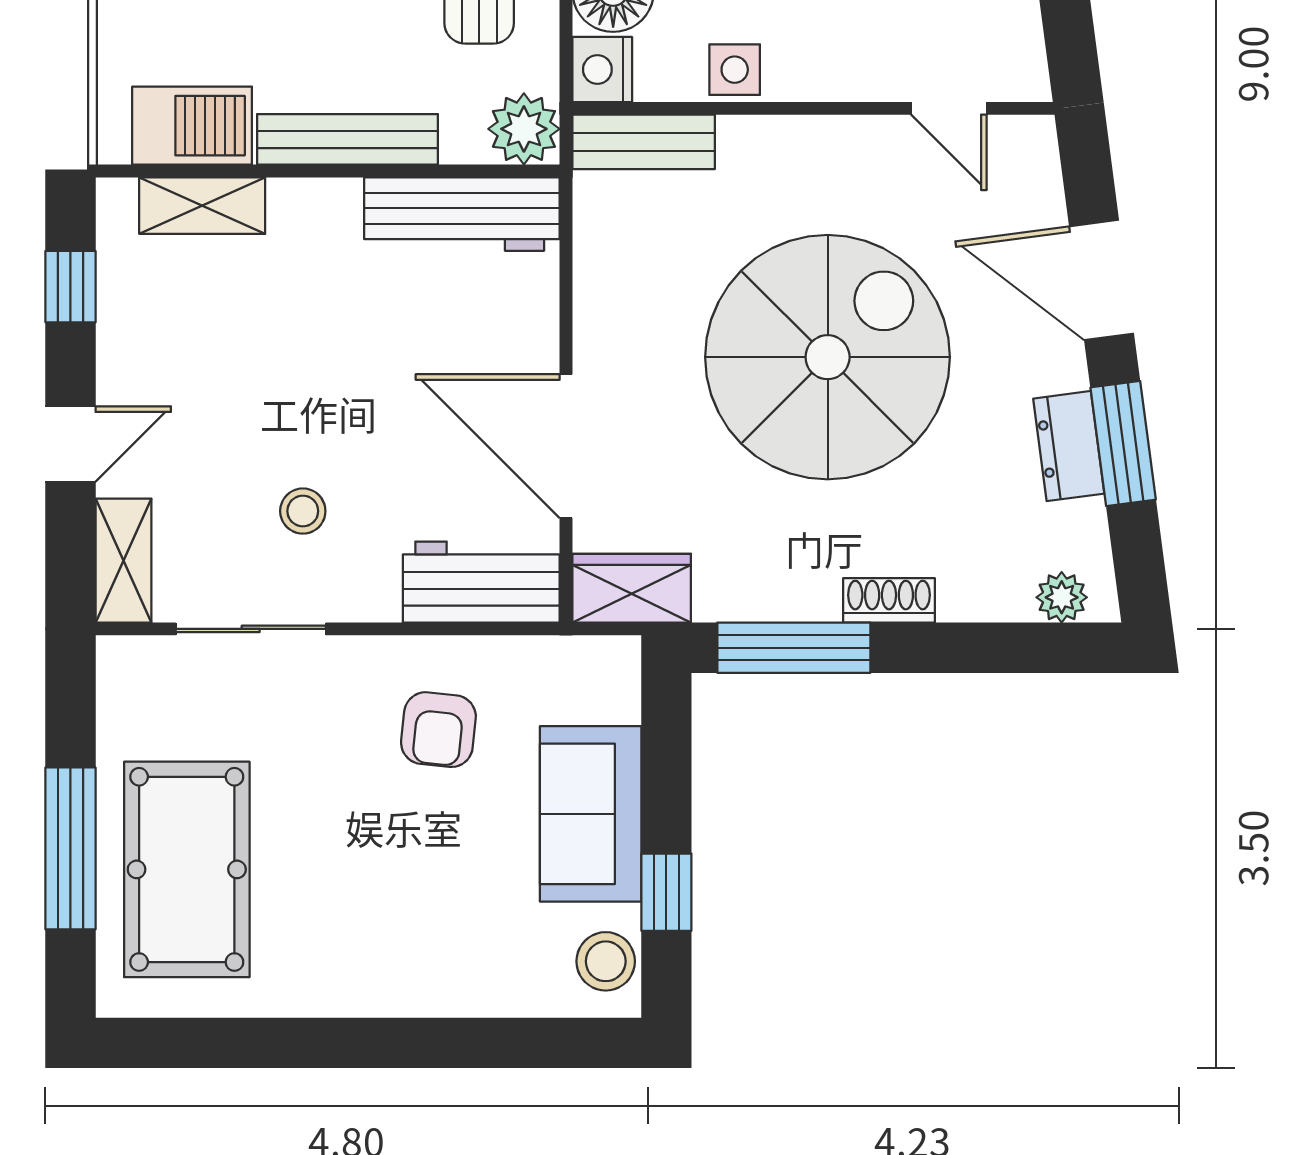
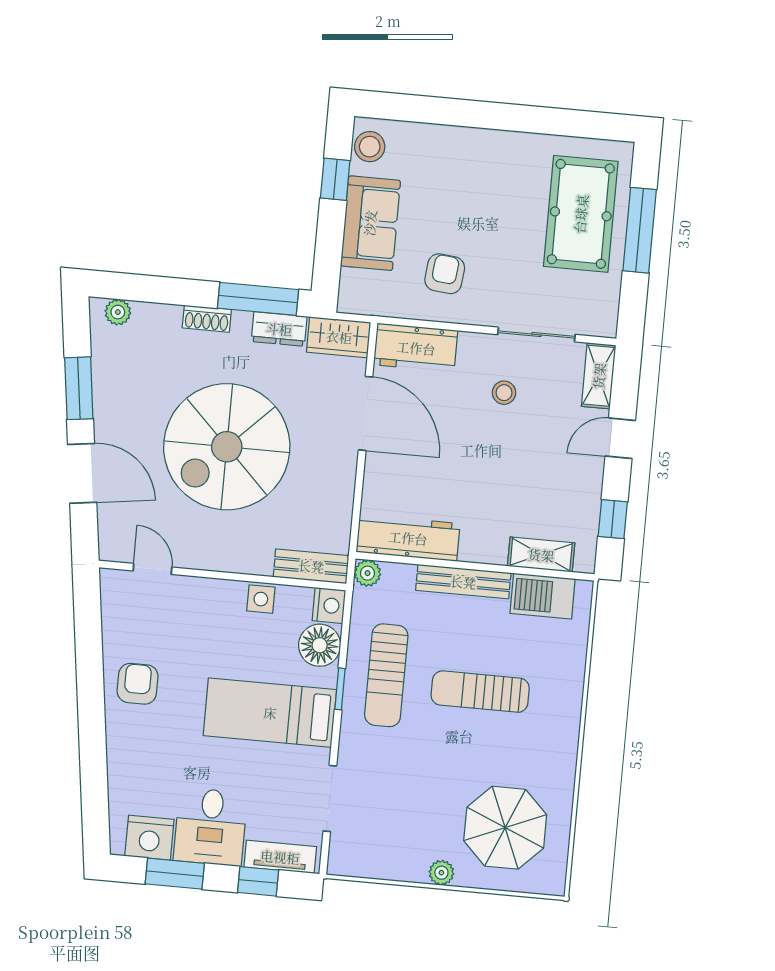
plant: (524, 129) -> (367, 573), width x0.73, depth x0.73
dresser: (1069, 446) -> (279, 329), moved, turned 98

